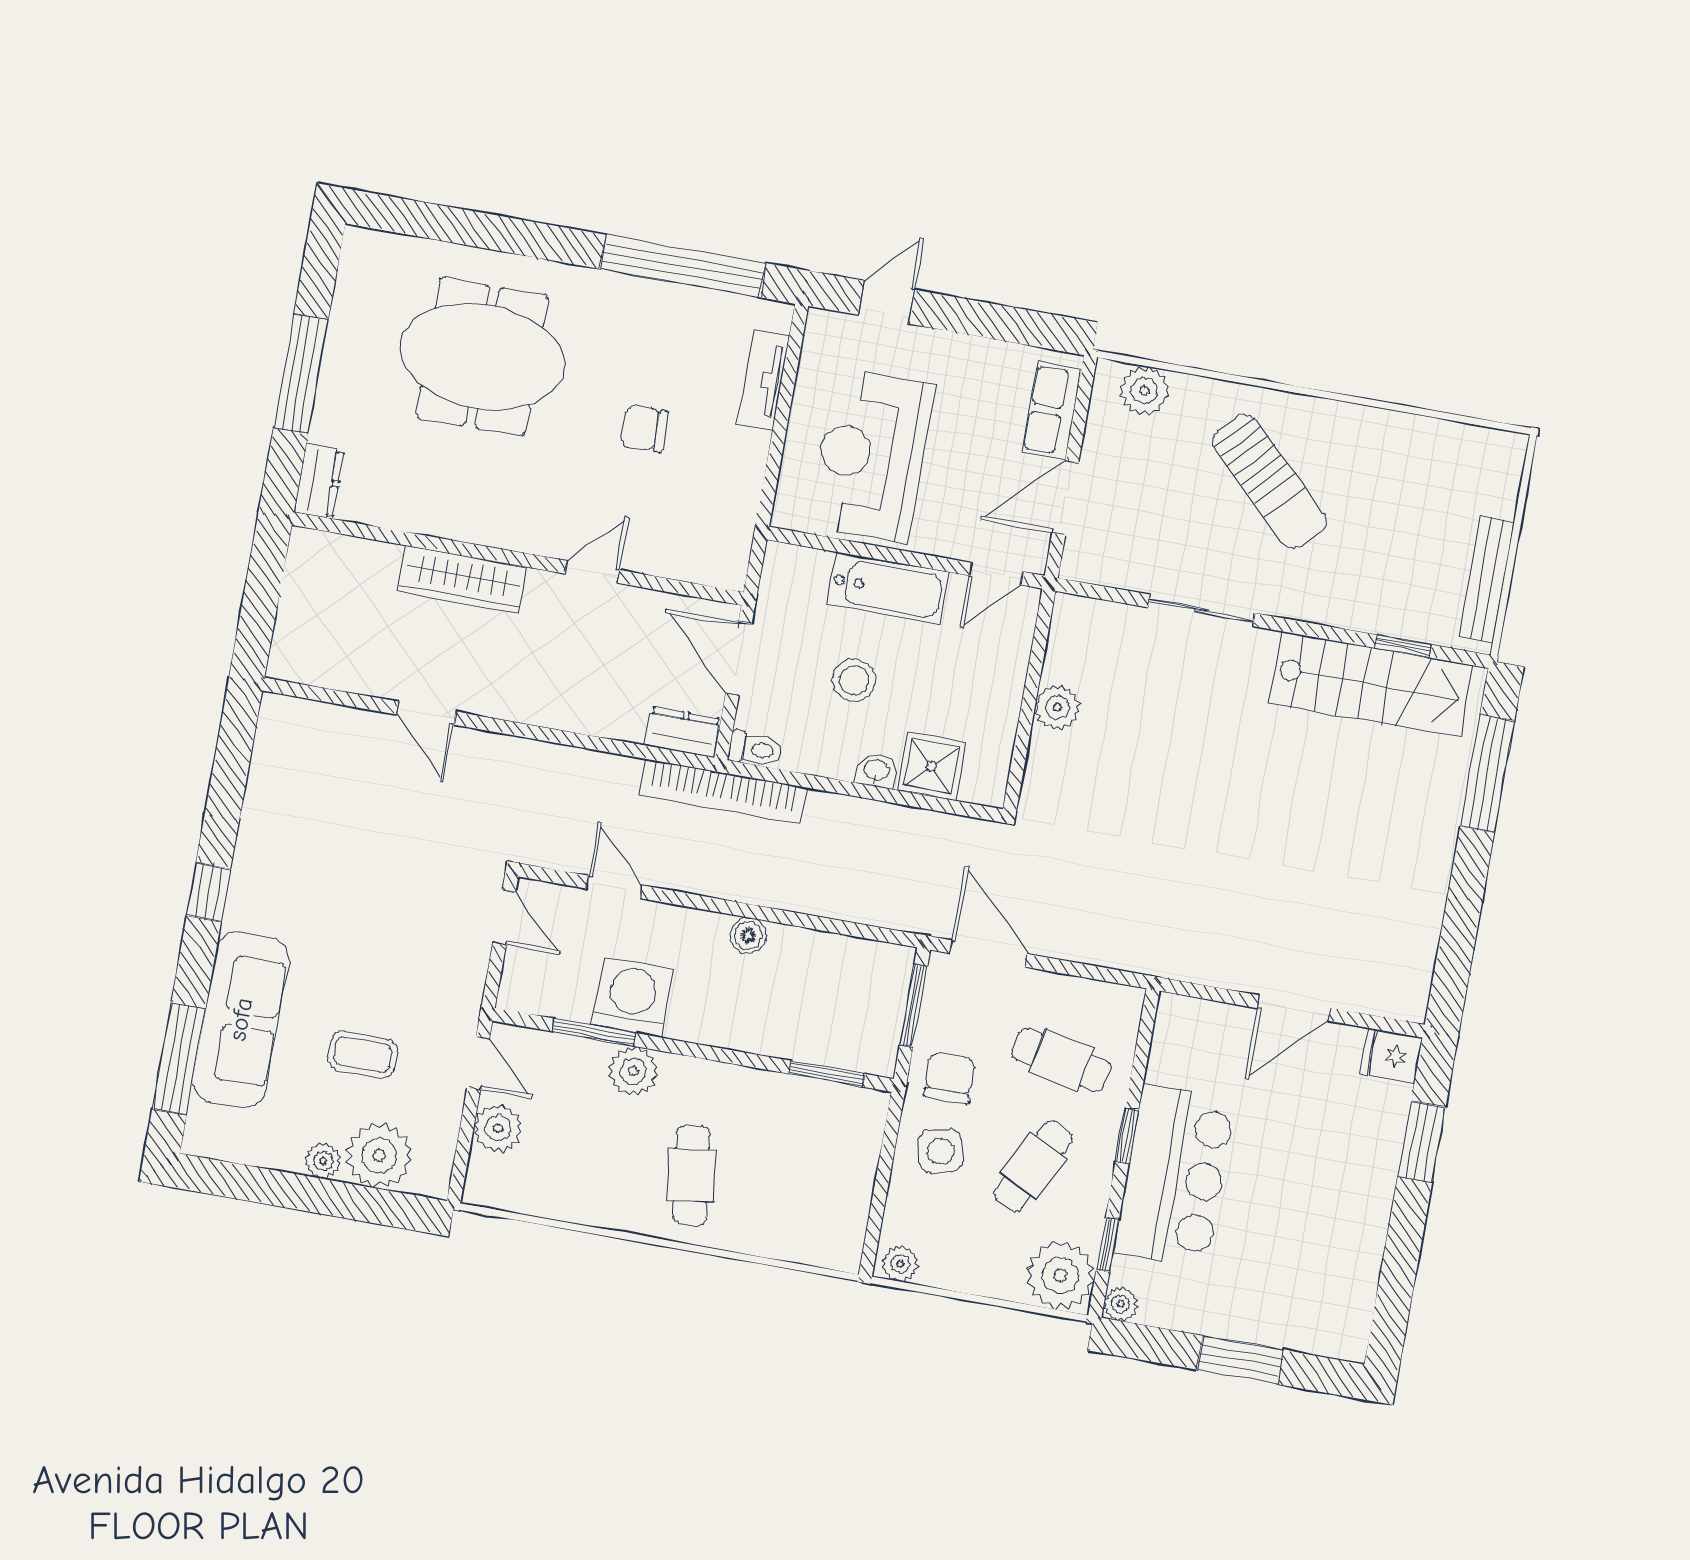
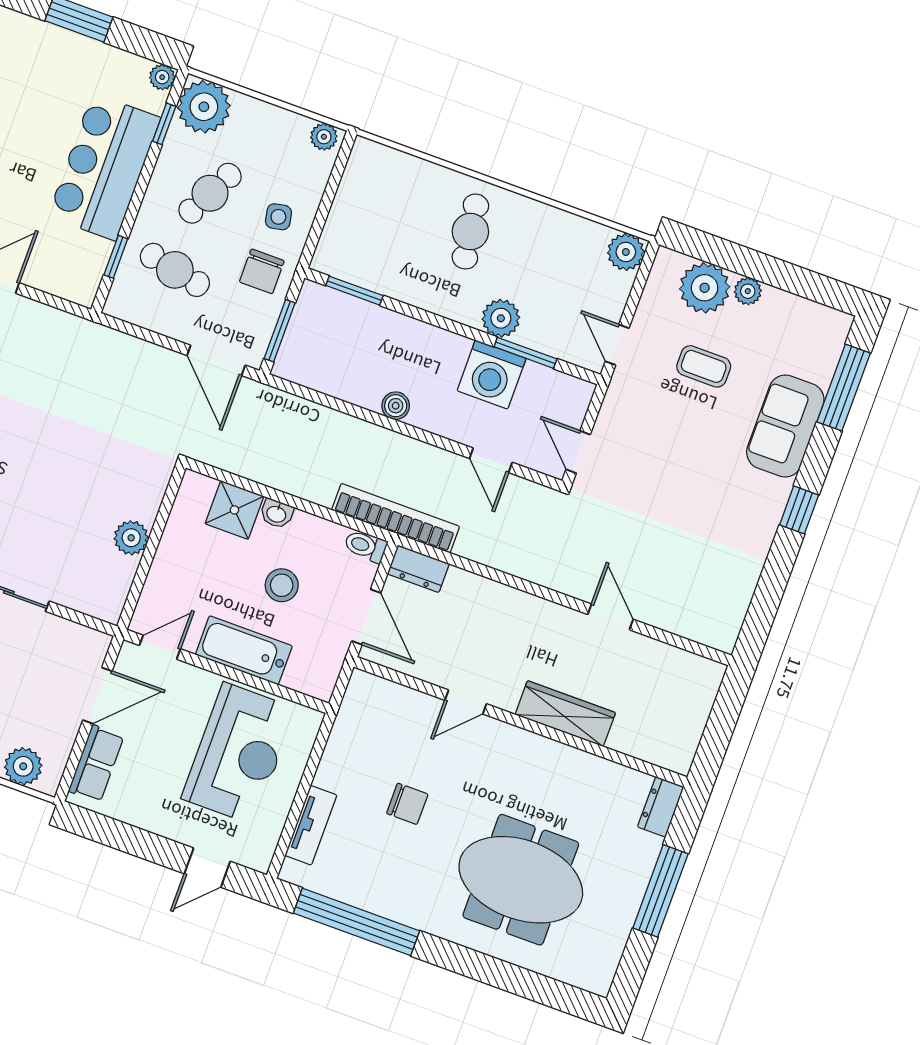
sofa: (241, 1019) -> (785, 426), width x0.73
plant: (498, 1128) -> (626, 252), moved
window: (1127, 1136) -> (116, 257), moved
side table: (941, 1151) -> (278, 217), width x0.73, depth x0.73

